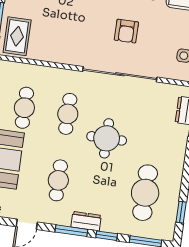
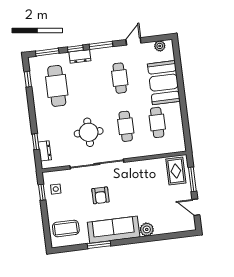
armchair: (126, 31) -> (100, 195), turned 180
round table: (107, 138) -> (89, 132), moved
dresser: (86, 221) -> (80, 56), moved

